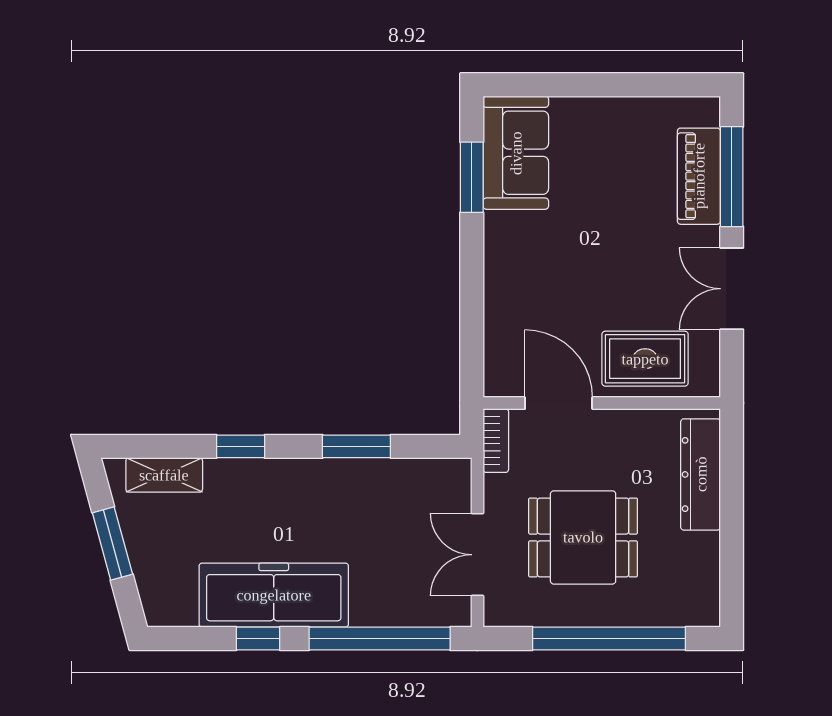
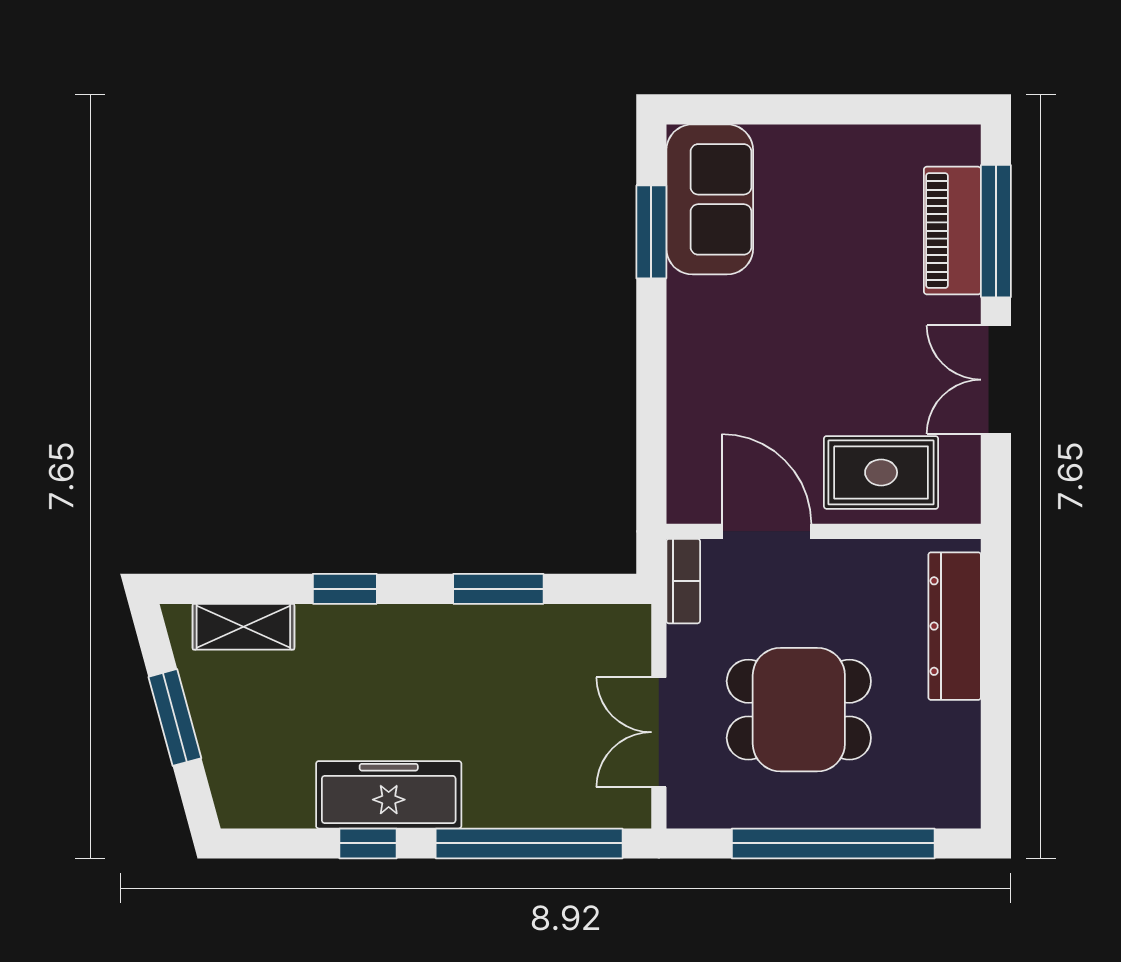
freezer: (274, 595) -> (389, 795), width x0.73, depth x0.79

